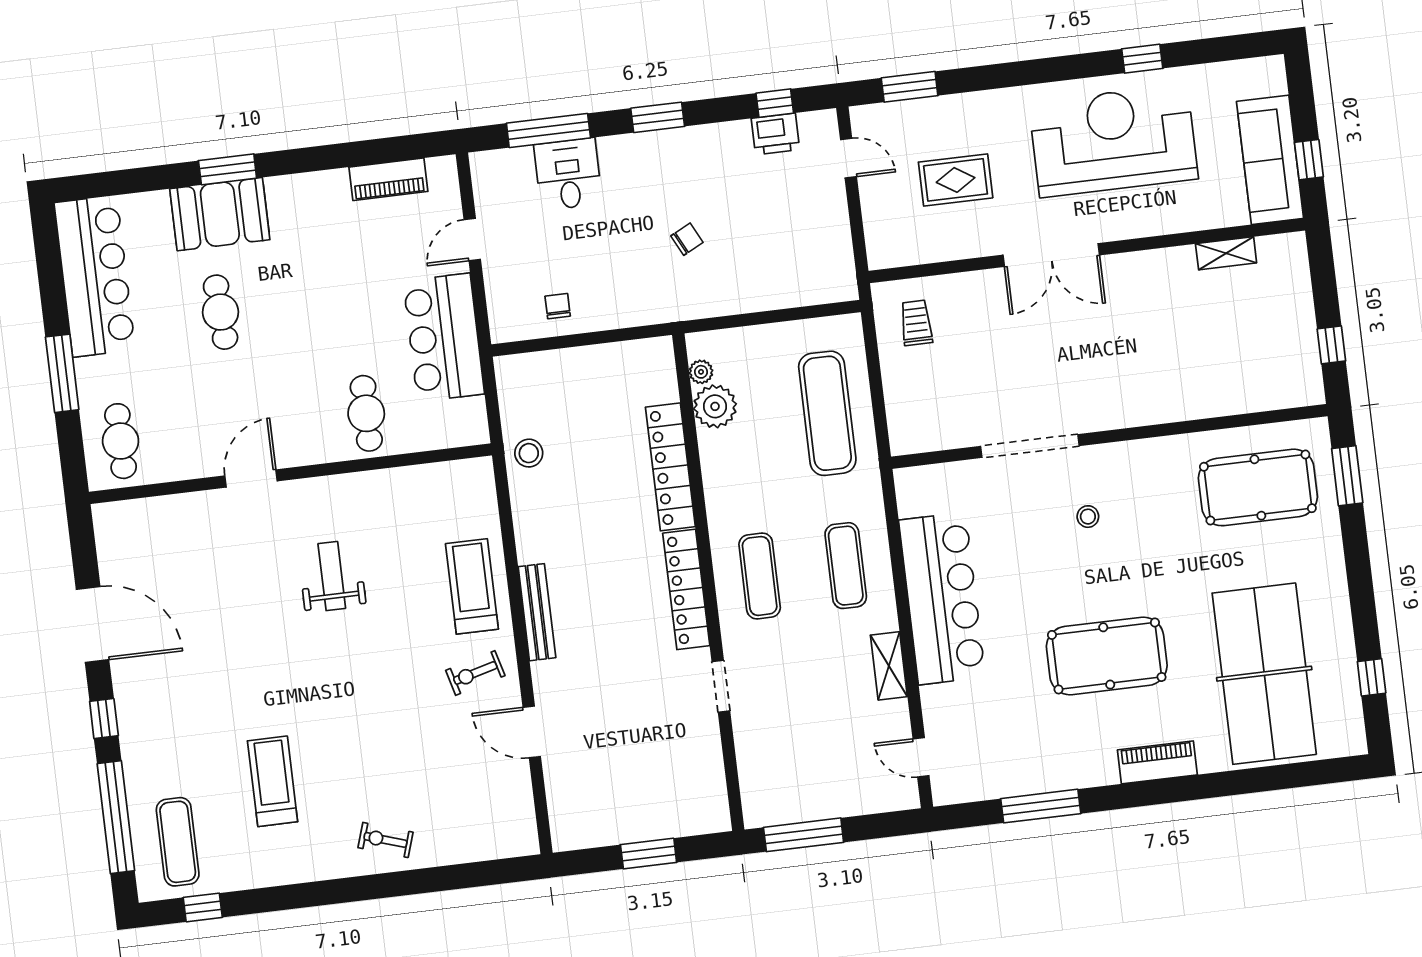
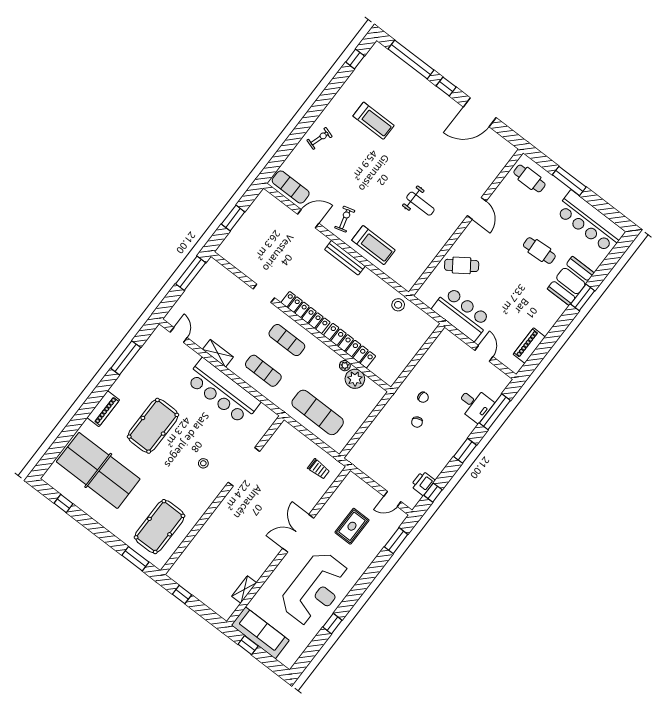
chair: (558, 306) -> (423, 397), moved
plant: (701, 372) -> (345, 366), moved
cafe table: (366, 413) -> (462, 265), turned -35
door: (921, 757) -> (179, 335), hinge flipped
exercise mat: (178, 842) -> (291, 187), moved

